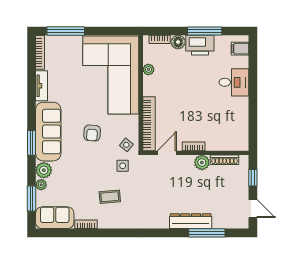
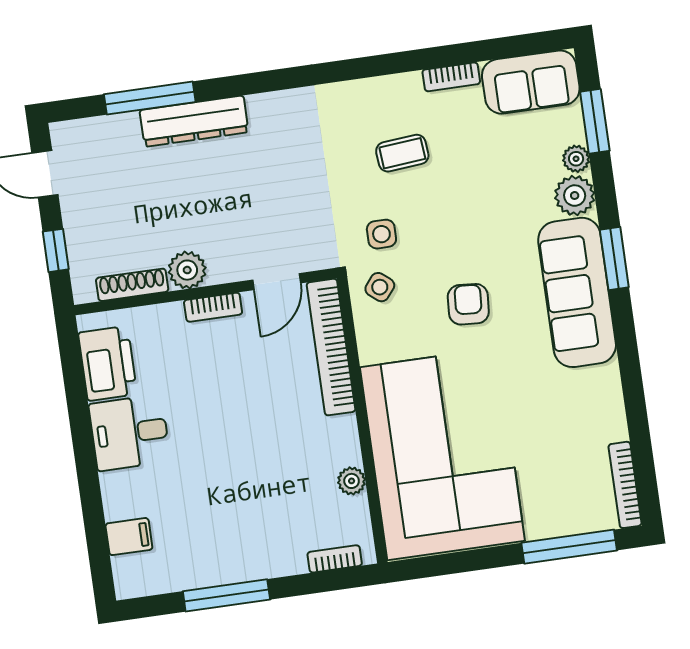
floor lamp: (178, 42) -> (288, 559), removed
printer: (200, 45) -> (108, 363), moved, turned 90
filing cabinet: (240, 49) -> (129, 537), moved
desk: (234, 82) -> (130, 433), moved
tv unit: (42, 86) -> (610, 403), removed

